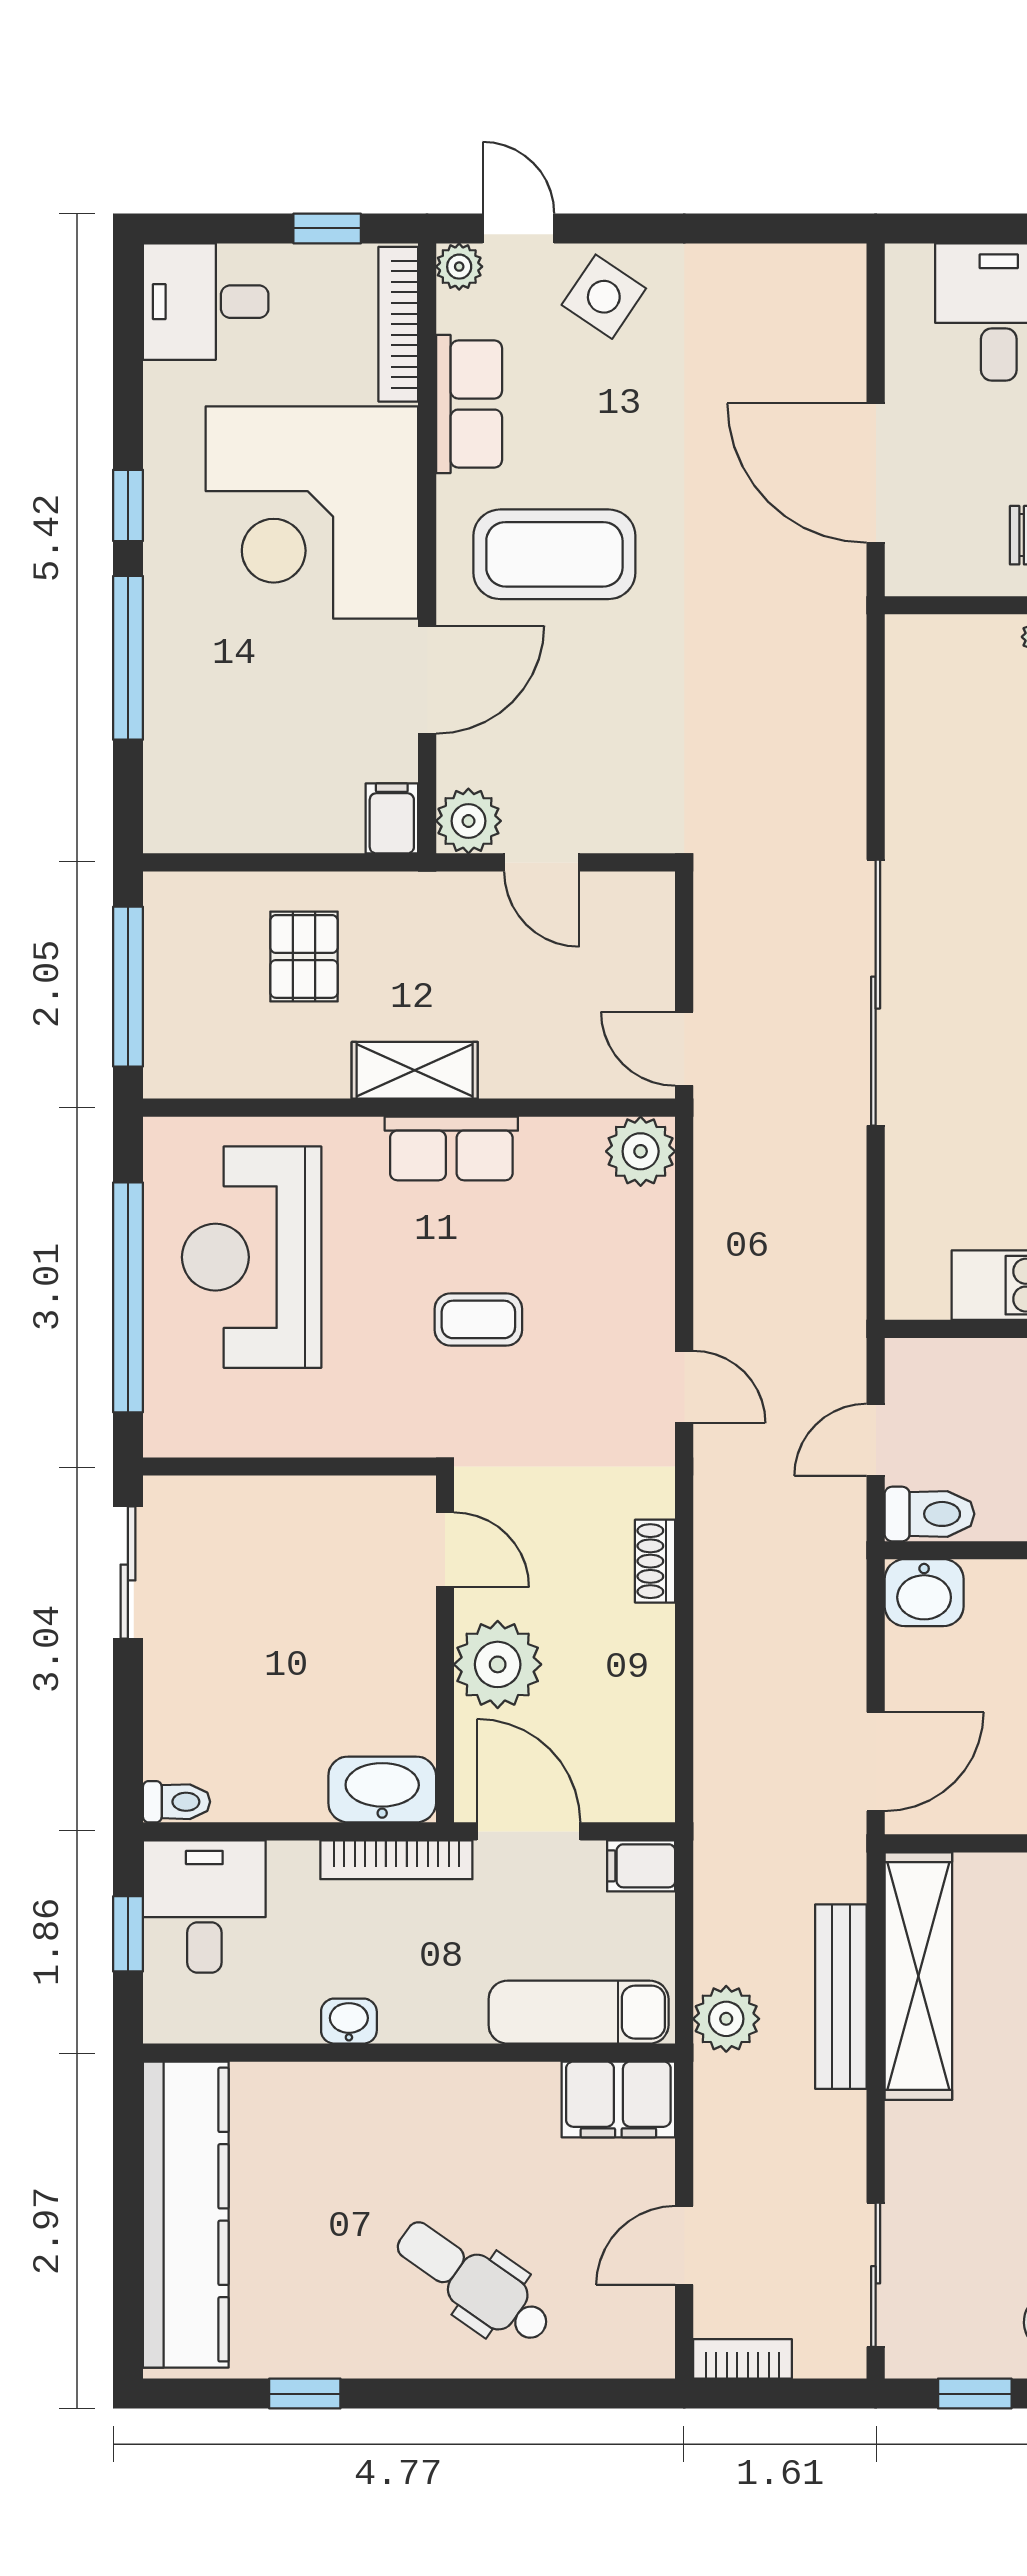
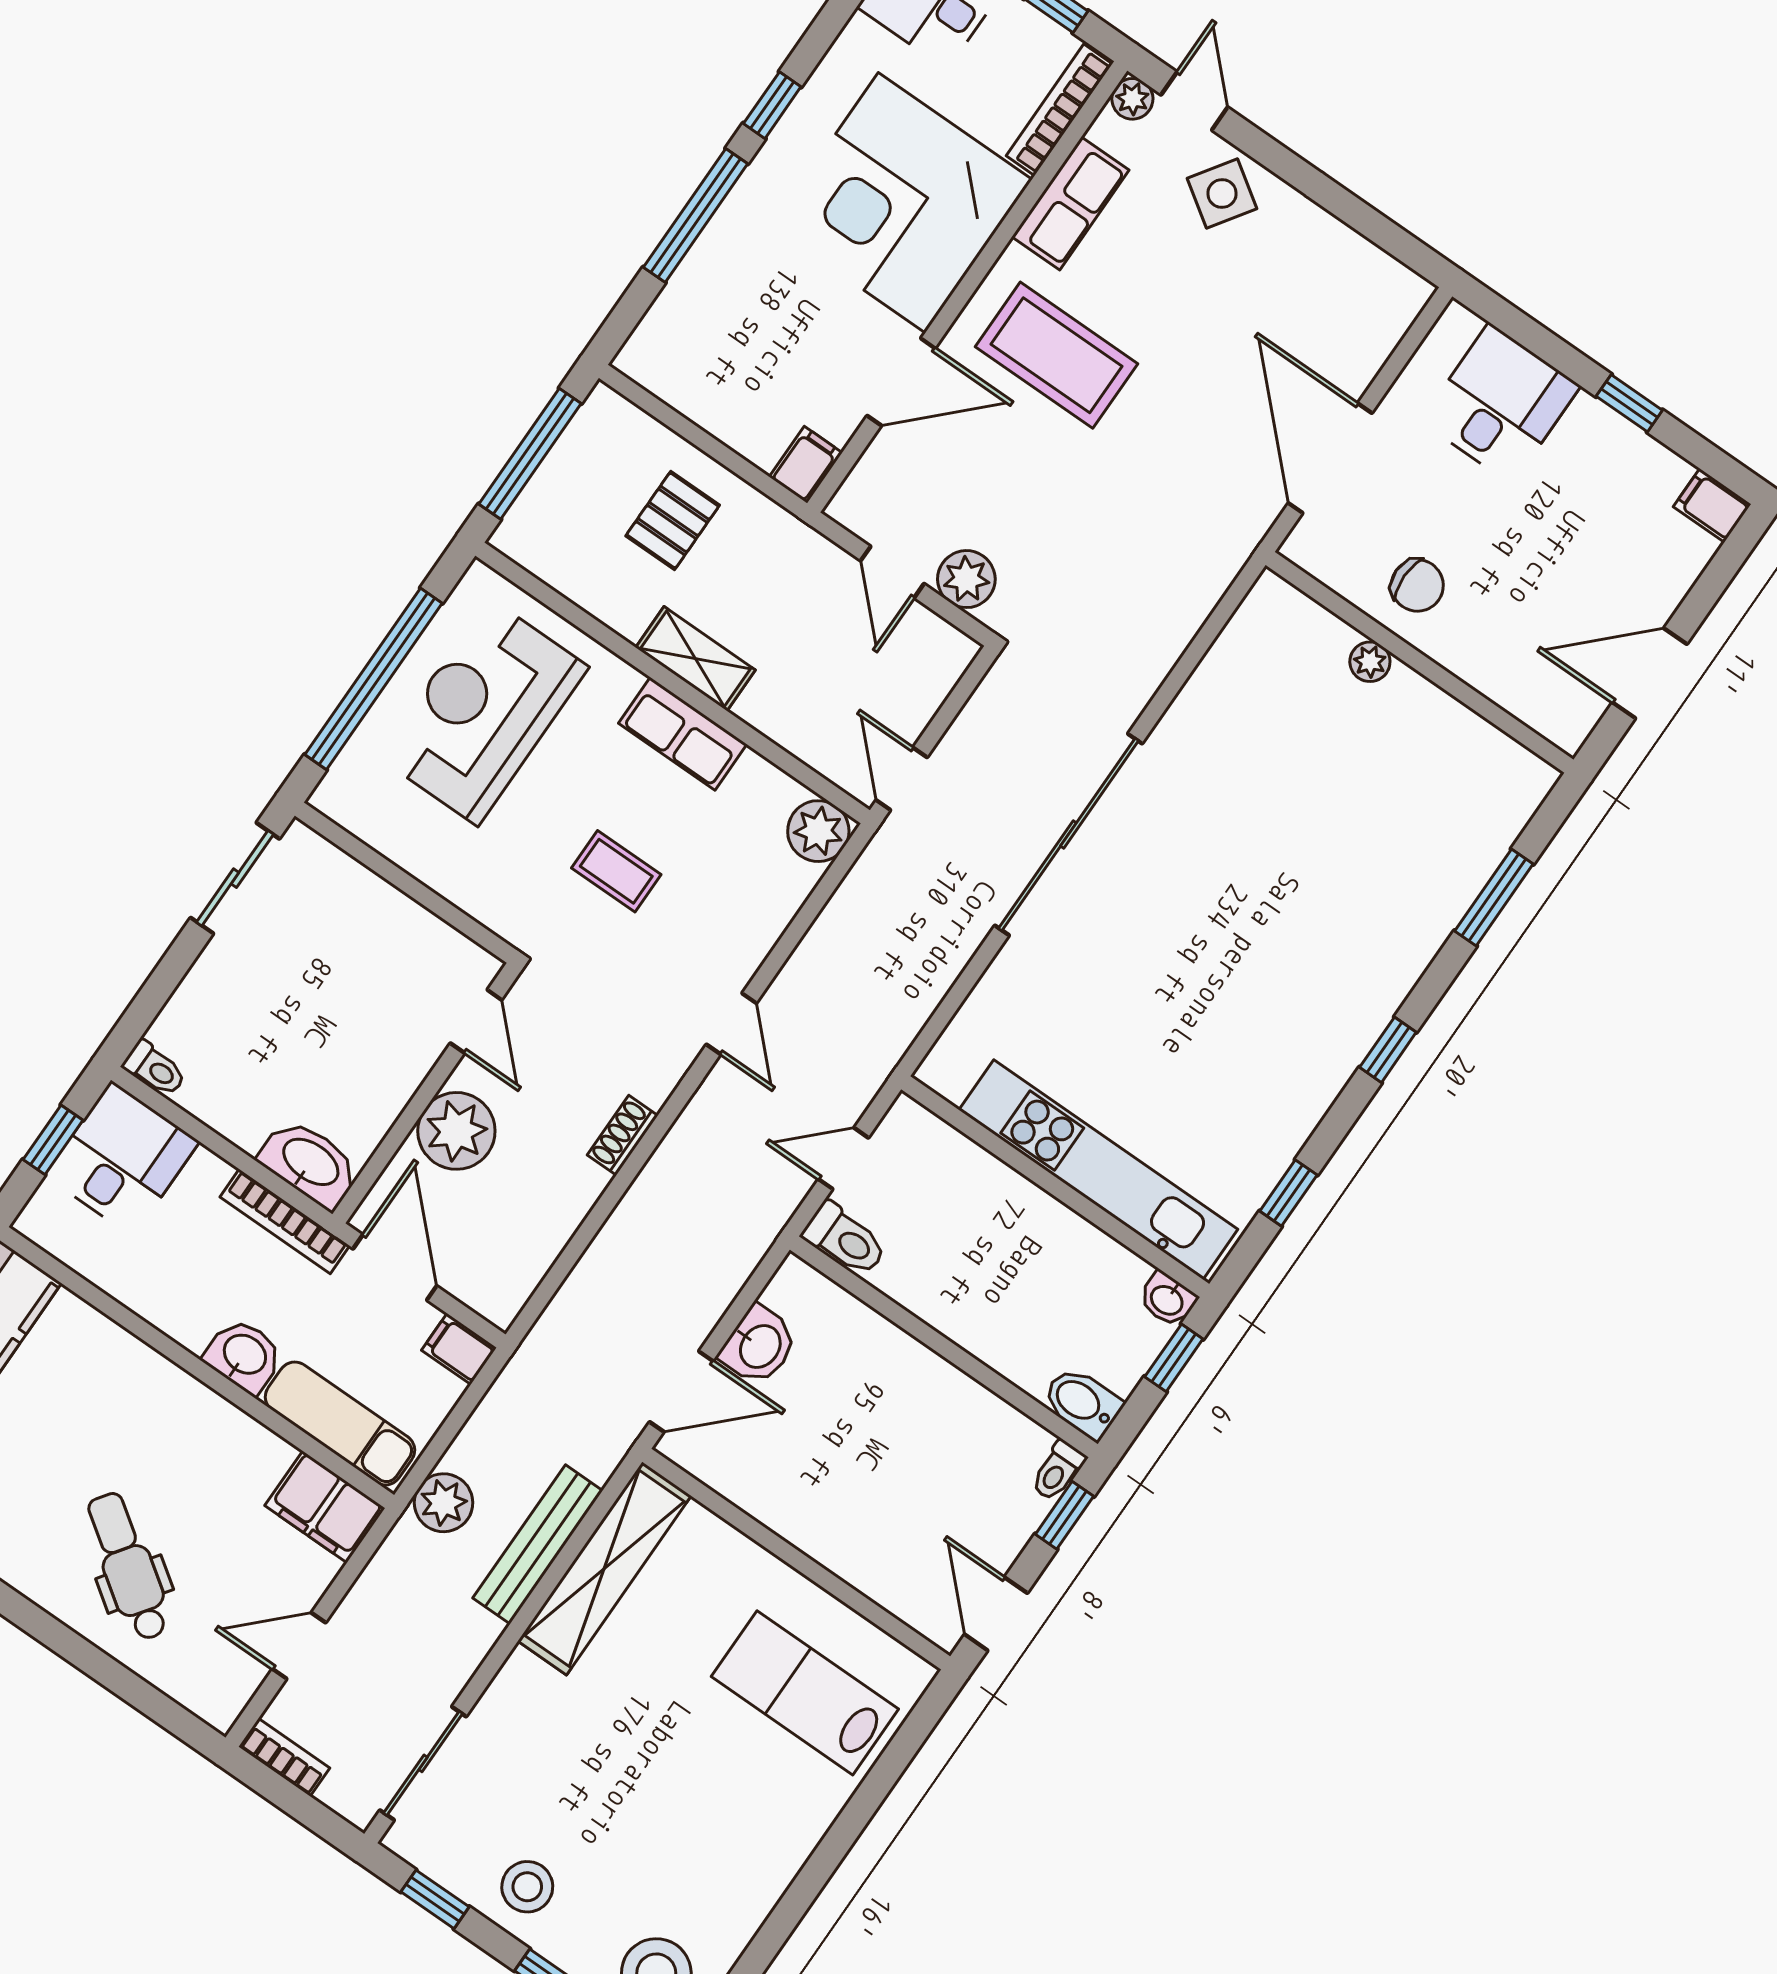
plant: (468, 821) -> (966, 579), moved
washbasin: (924, 1593) -> (759, 1346), moved, turned -90
washbasin: (349, 2021) -> (244, 1356), moved, width x1.38, depth x1.45

